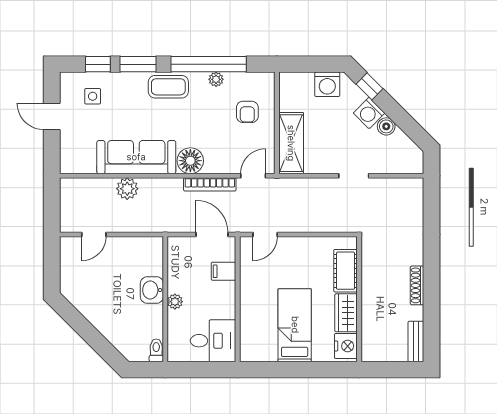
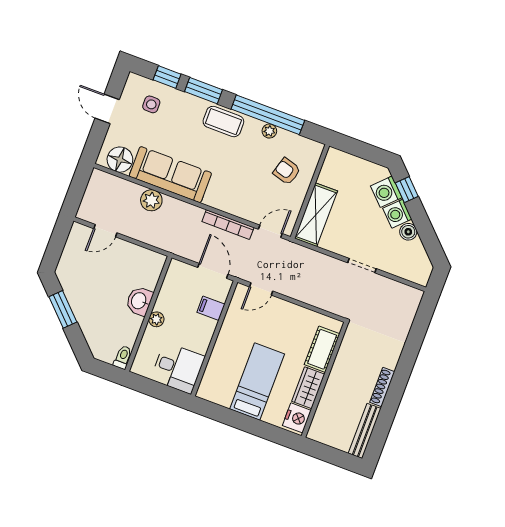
washing machine: (327, 84) -> (386, 192), moved, turned 45
armchair: (247, 112) -> (287, 171), turned 106
floor lamp: (190, 161) -> (120, 160), moved
window: (81, 326) -> (63, 309), added
bench: (416, 341) -> (365, 431), width x1.36

